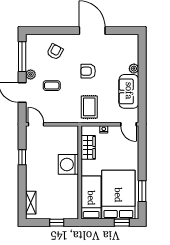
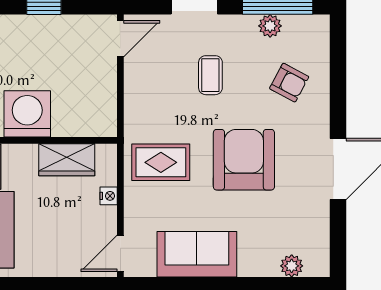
plant: (134, 69) -> (292, 266), moved
armchair: (88, 71) -> (244, 160), width x1.88, depth x1.88
plant: (31, 74) -> (270, 26), moved

